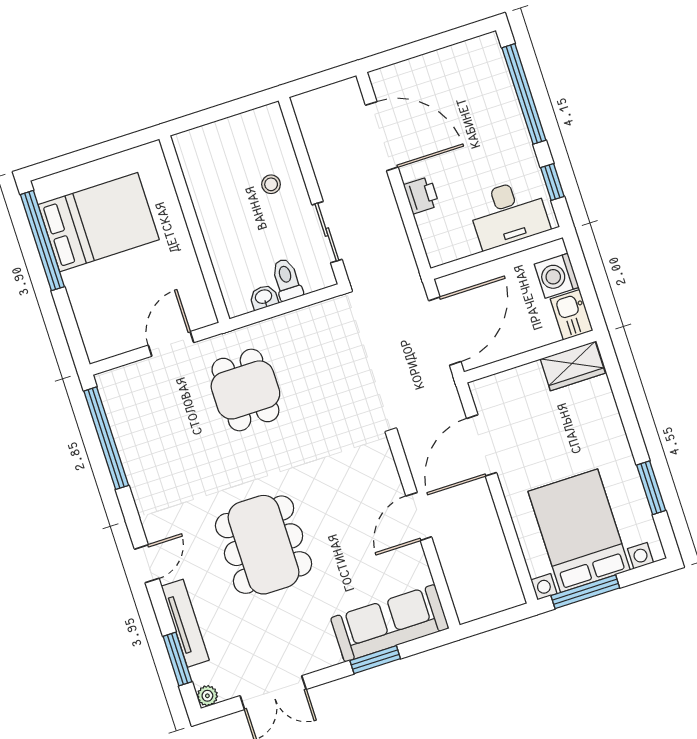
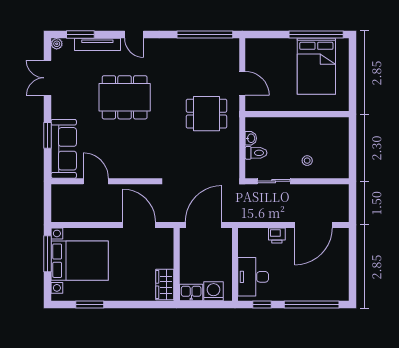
door: (445, 331) -> (204, 225), swing flipped
door: (419, 516) -> (96, 181), moved

